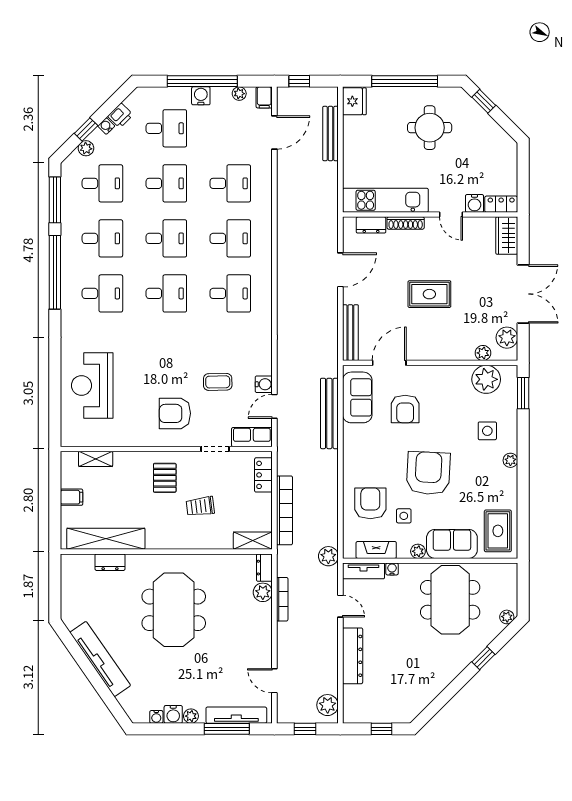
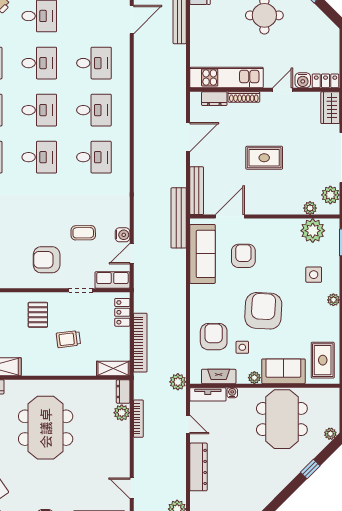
door: (451, 215) -> (283, 90), swing flipped
sofa: (357, 397) -> (203, 254), width x1.36
armchair: (405, 409) -> (243, 256), turned 180
bench: (329, 413) -> (179, 218), moved

